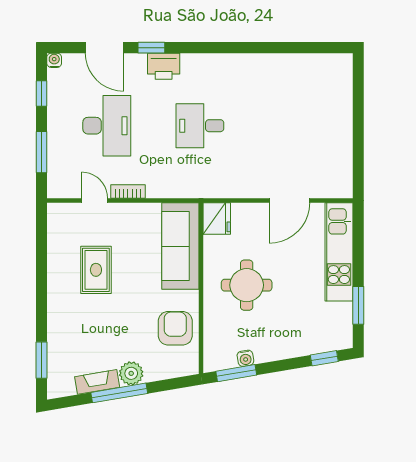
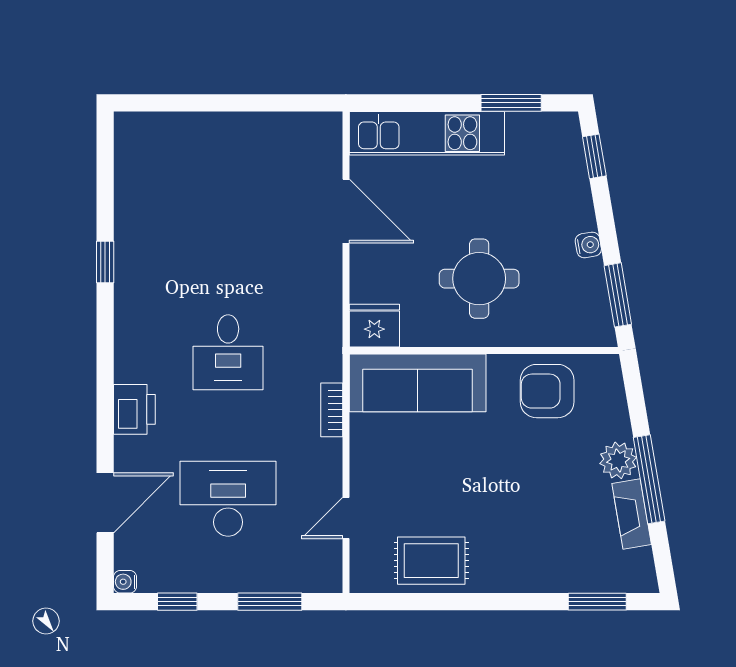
window: (151, 48) -> (105, 262), moved
bookcase: (128, 191) -> (332, 410), moved
rug: (96, 270) -> (431, 561), moved
water cooler: (245, 358) -> (588, 245), moved

